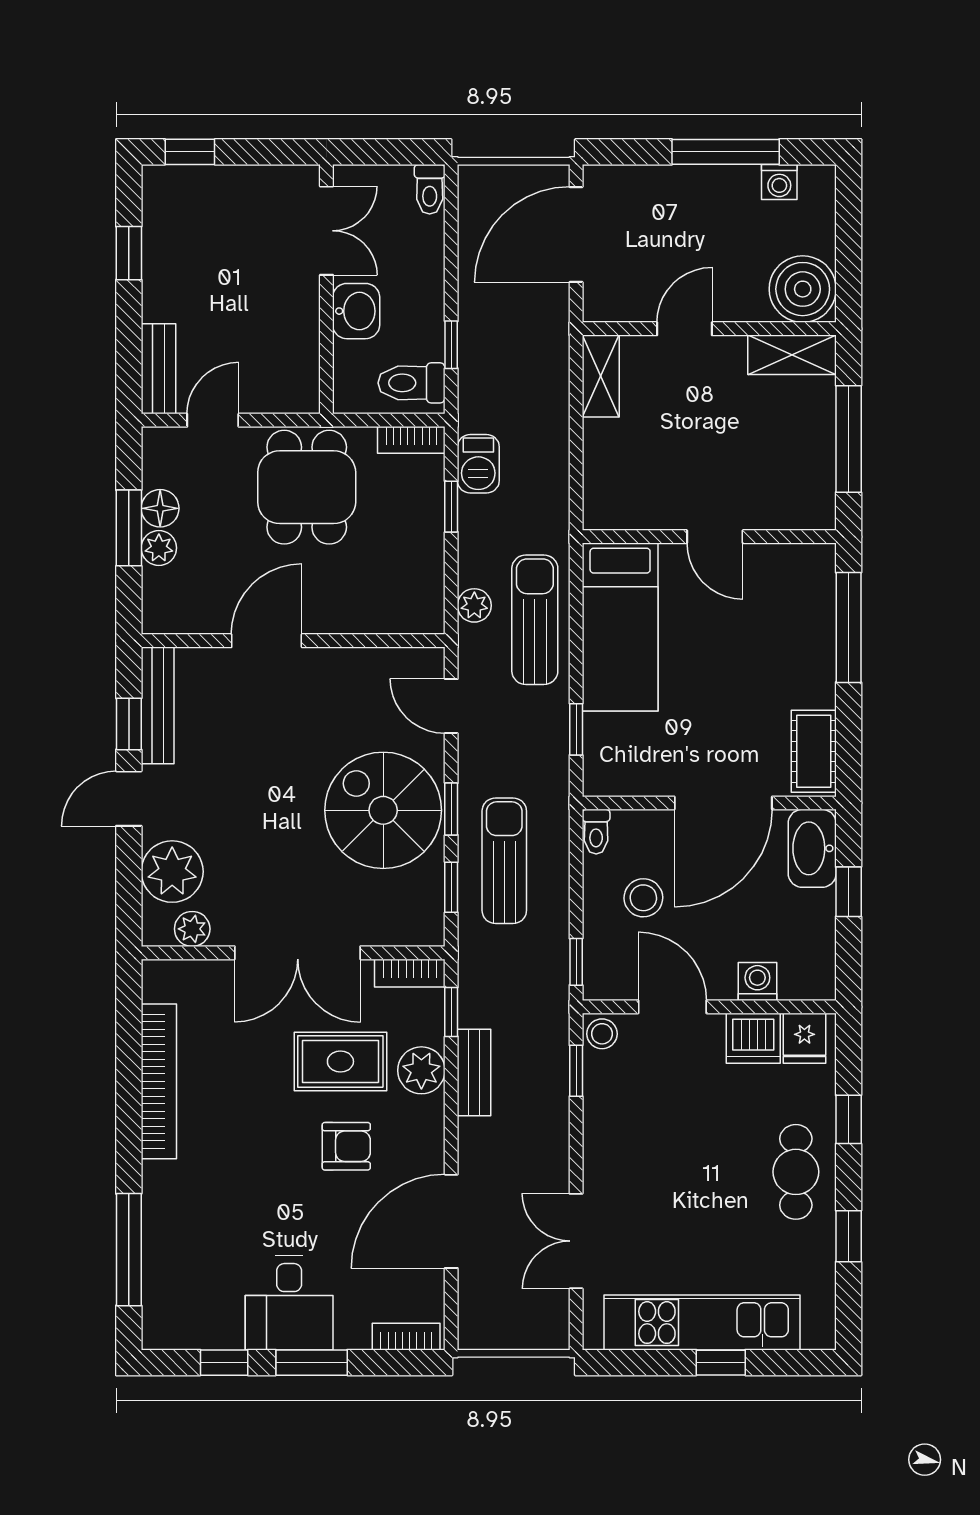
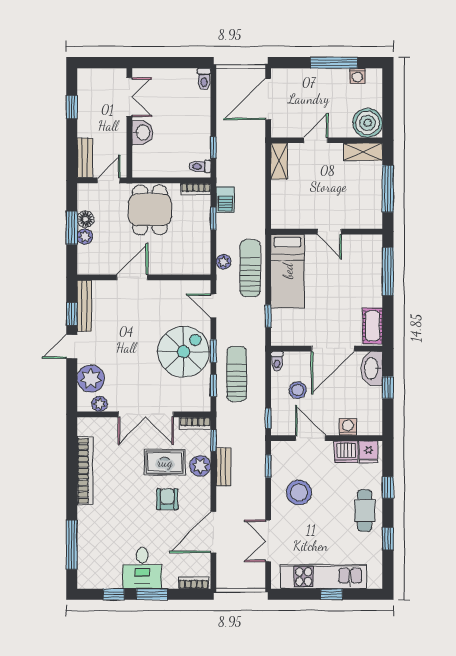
window: (190, 152) -> (99, 63), removed
double door: (326, 231) -> (129, 97), moved
wall: (326, 289) -> (129, 123), moved
washbasin: (356, 311) -> (142, 133), moved
toilet: (412, 383) -> (200, 166), width x0.73, depth x0.72
spiral stairs: (383, 810) -> (183, 352), turned 90
stool: (602, 1034) -> (299, 492), moved, width x1.89, depth x1.89
armchair: (346, 1146) -> (167, 499), turned -90

